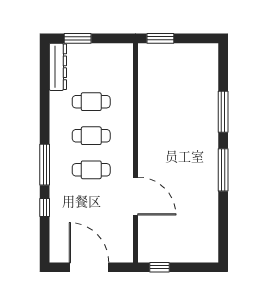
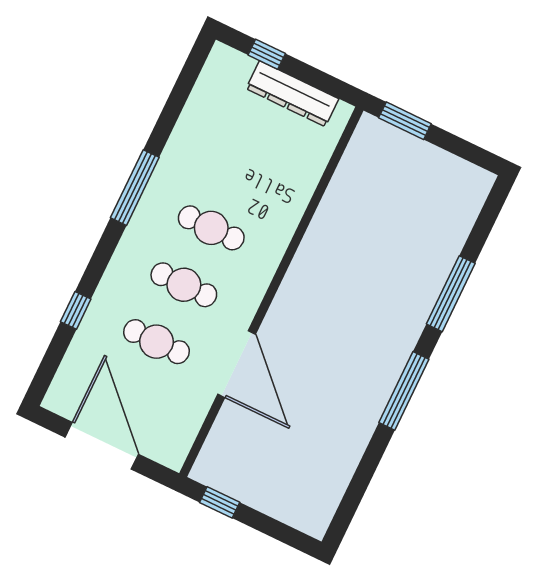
window: (78, 38) -> (267, 54), width x0.67
dresser: (58, 67) -> (292, 94), moved, turned 90
cafe table: (91, 102) -> (156, 342), moved
window: (45, 165) -> (135, 188), moved

